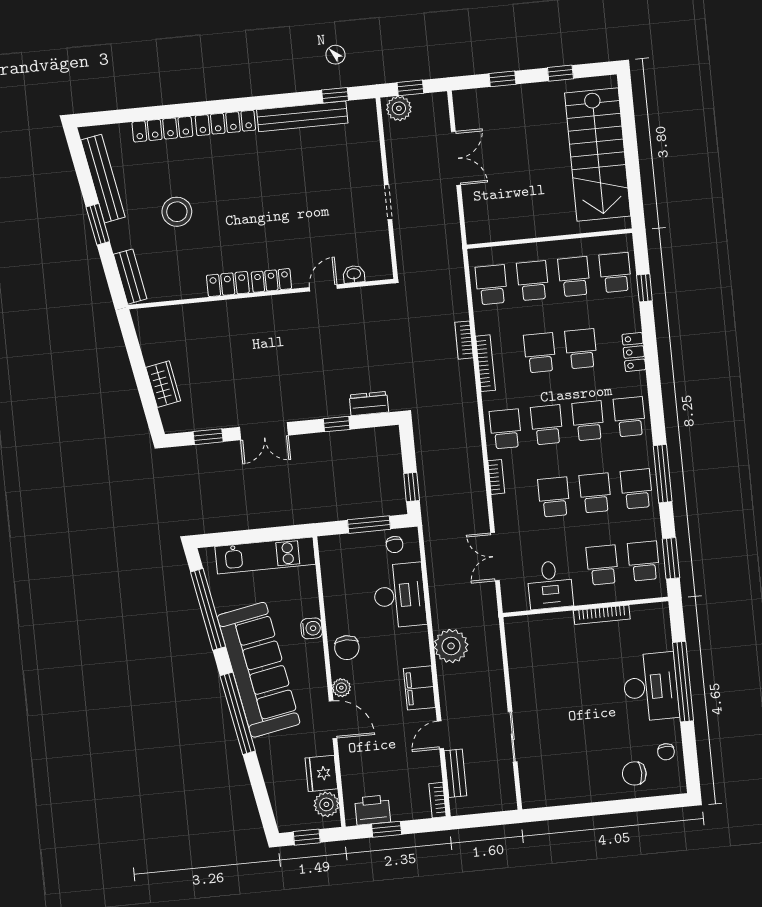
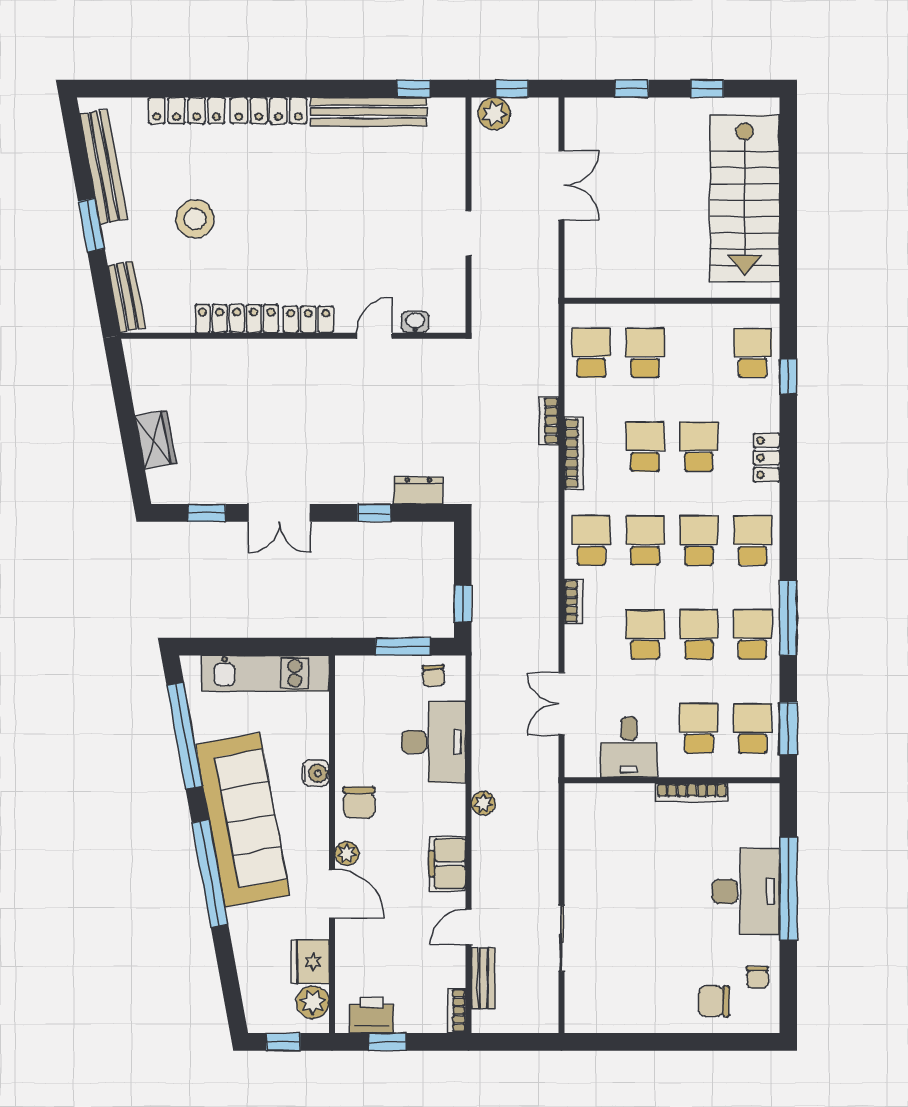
school desk: (574, 277) -> (699, 353), removed
locker: (228, 284) -> (237, 319), width x1.53
plant: (451, 646) -> (483, 803), width x0.53, depth x0.53

